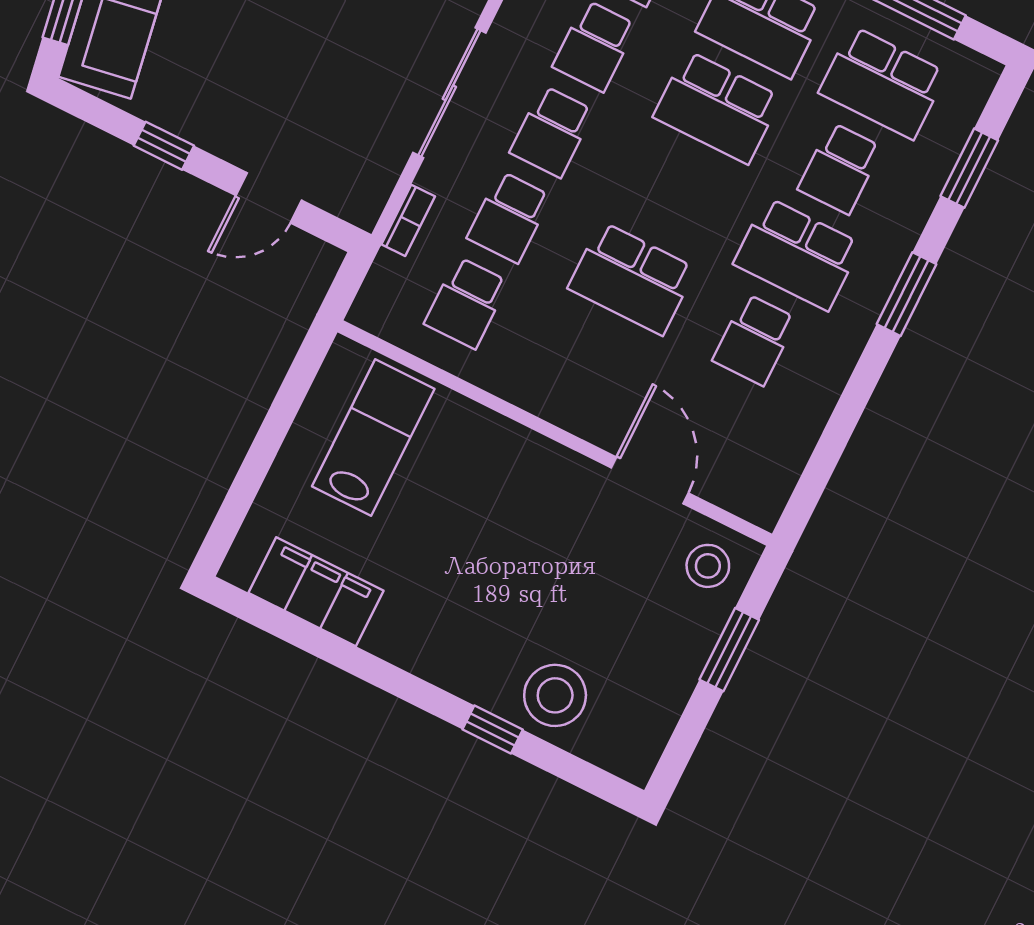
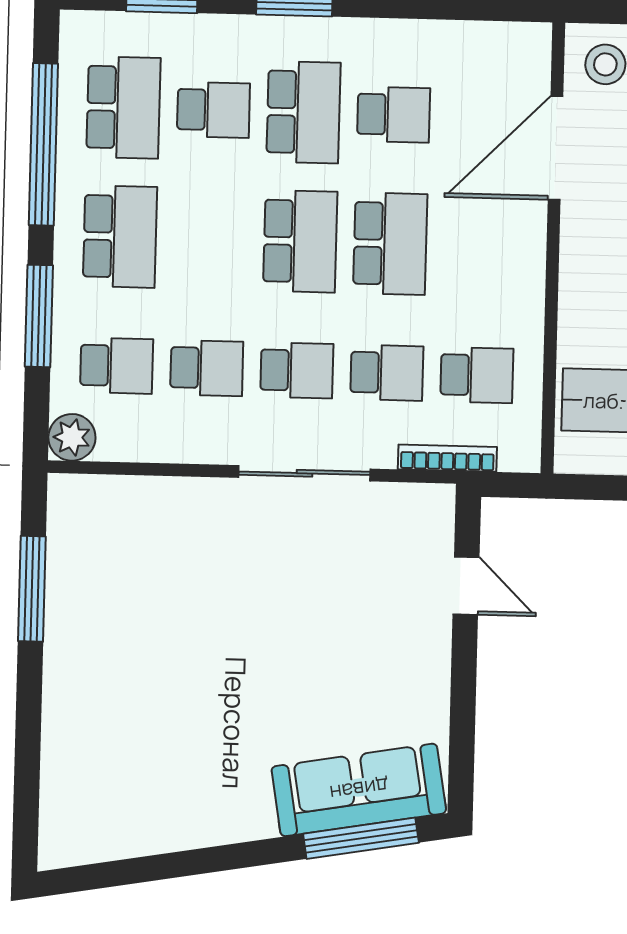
school desk: (717, 107) -> (300, 241), moved
window: (164, 146) -> (463, 696), removed
bookcase: (408, 220) -> (447, 458), width x1.56
door: (650, 480) -> (556, 148), width x1.36

